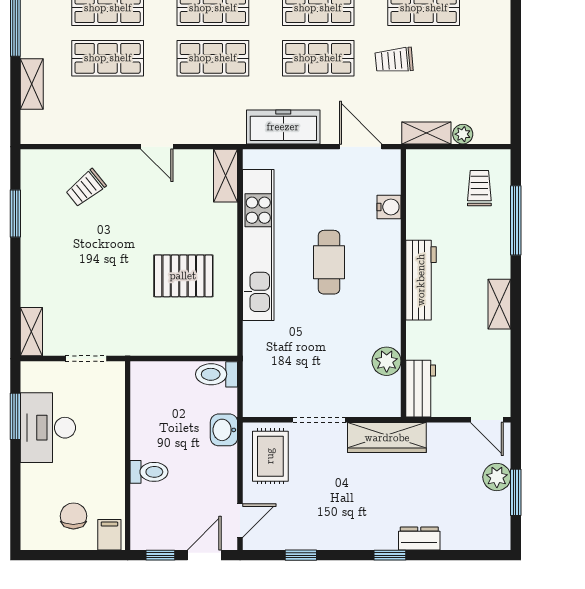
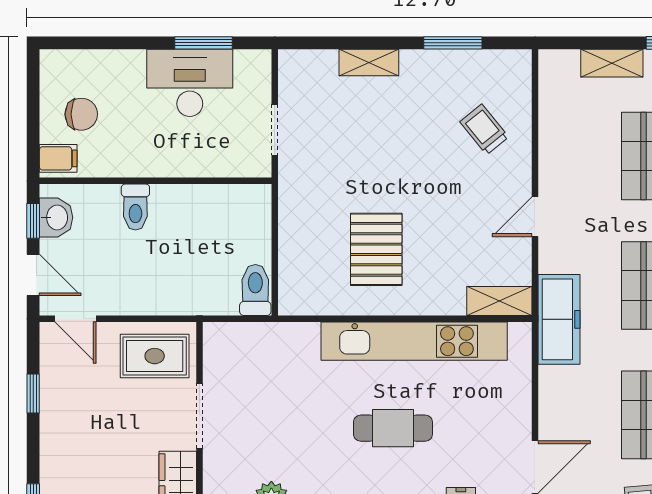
freezer: (283, 127) -> (559, 319), moved
shelving: (31, 332) -> (369, 63), moved
washbasin: (224, 430) -> (56, 217), moved, turned 90

